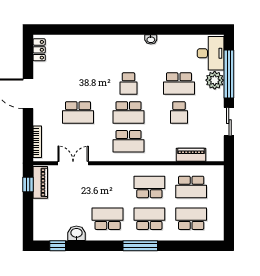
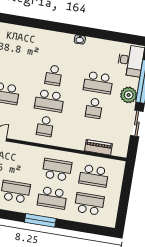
plant: (215, 80) -> (129, 95), moved
school desk: (128, 141) -> (45, 126), width x0.54
school desk: (149, 219) -> (52, 198), turned 180

